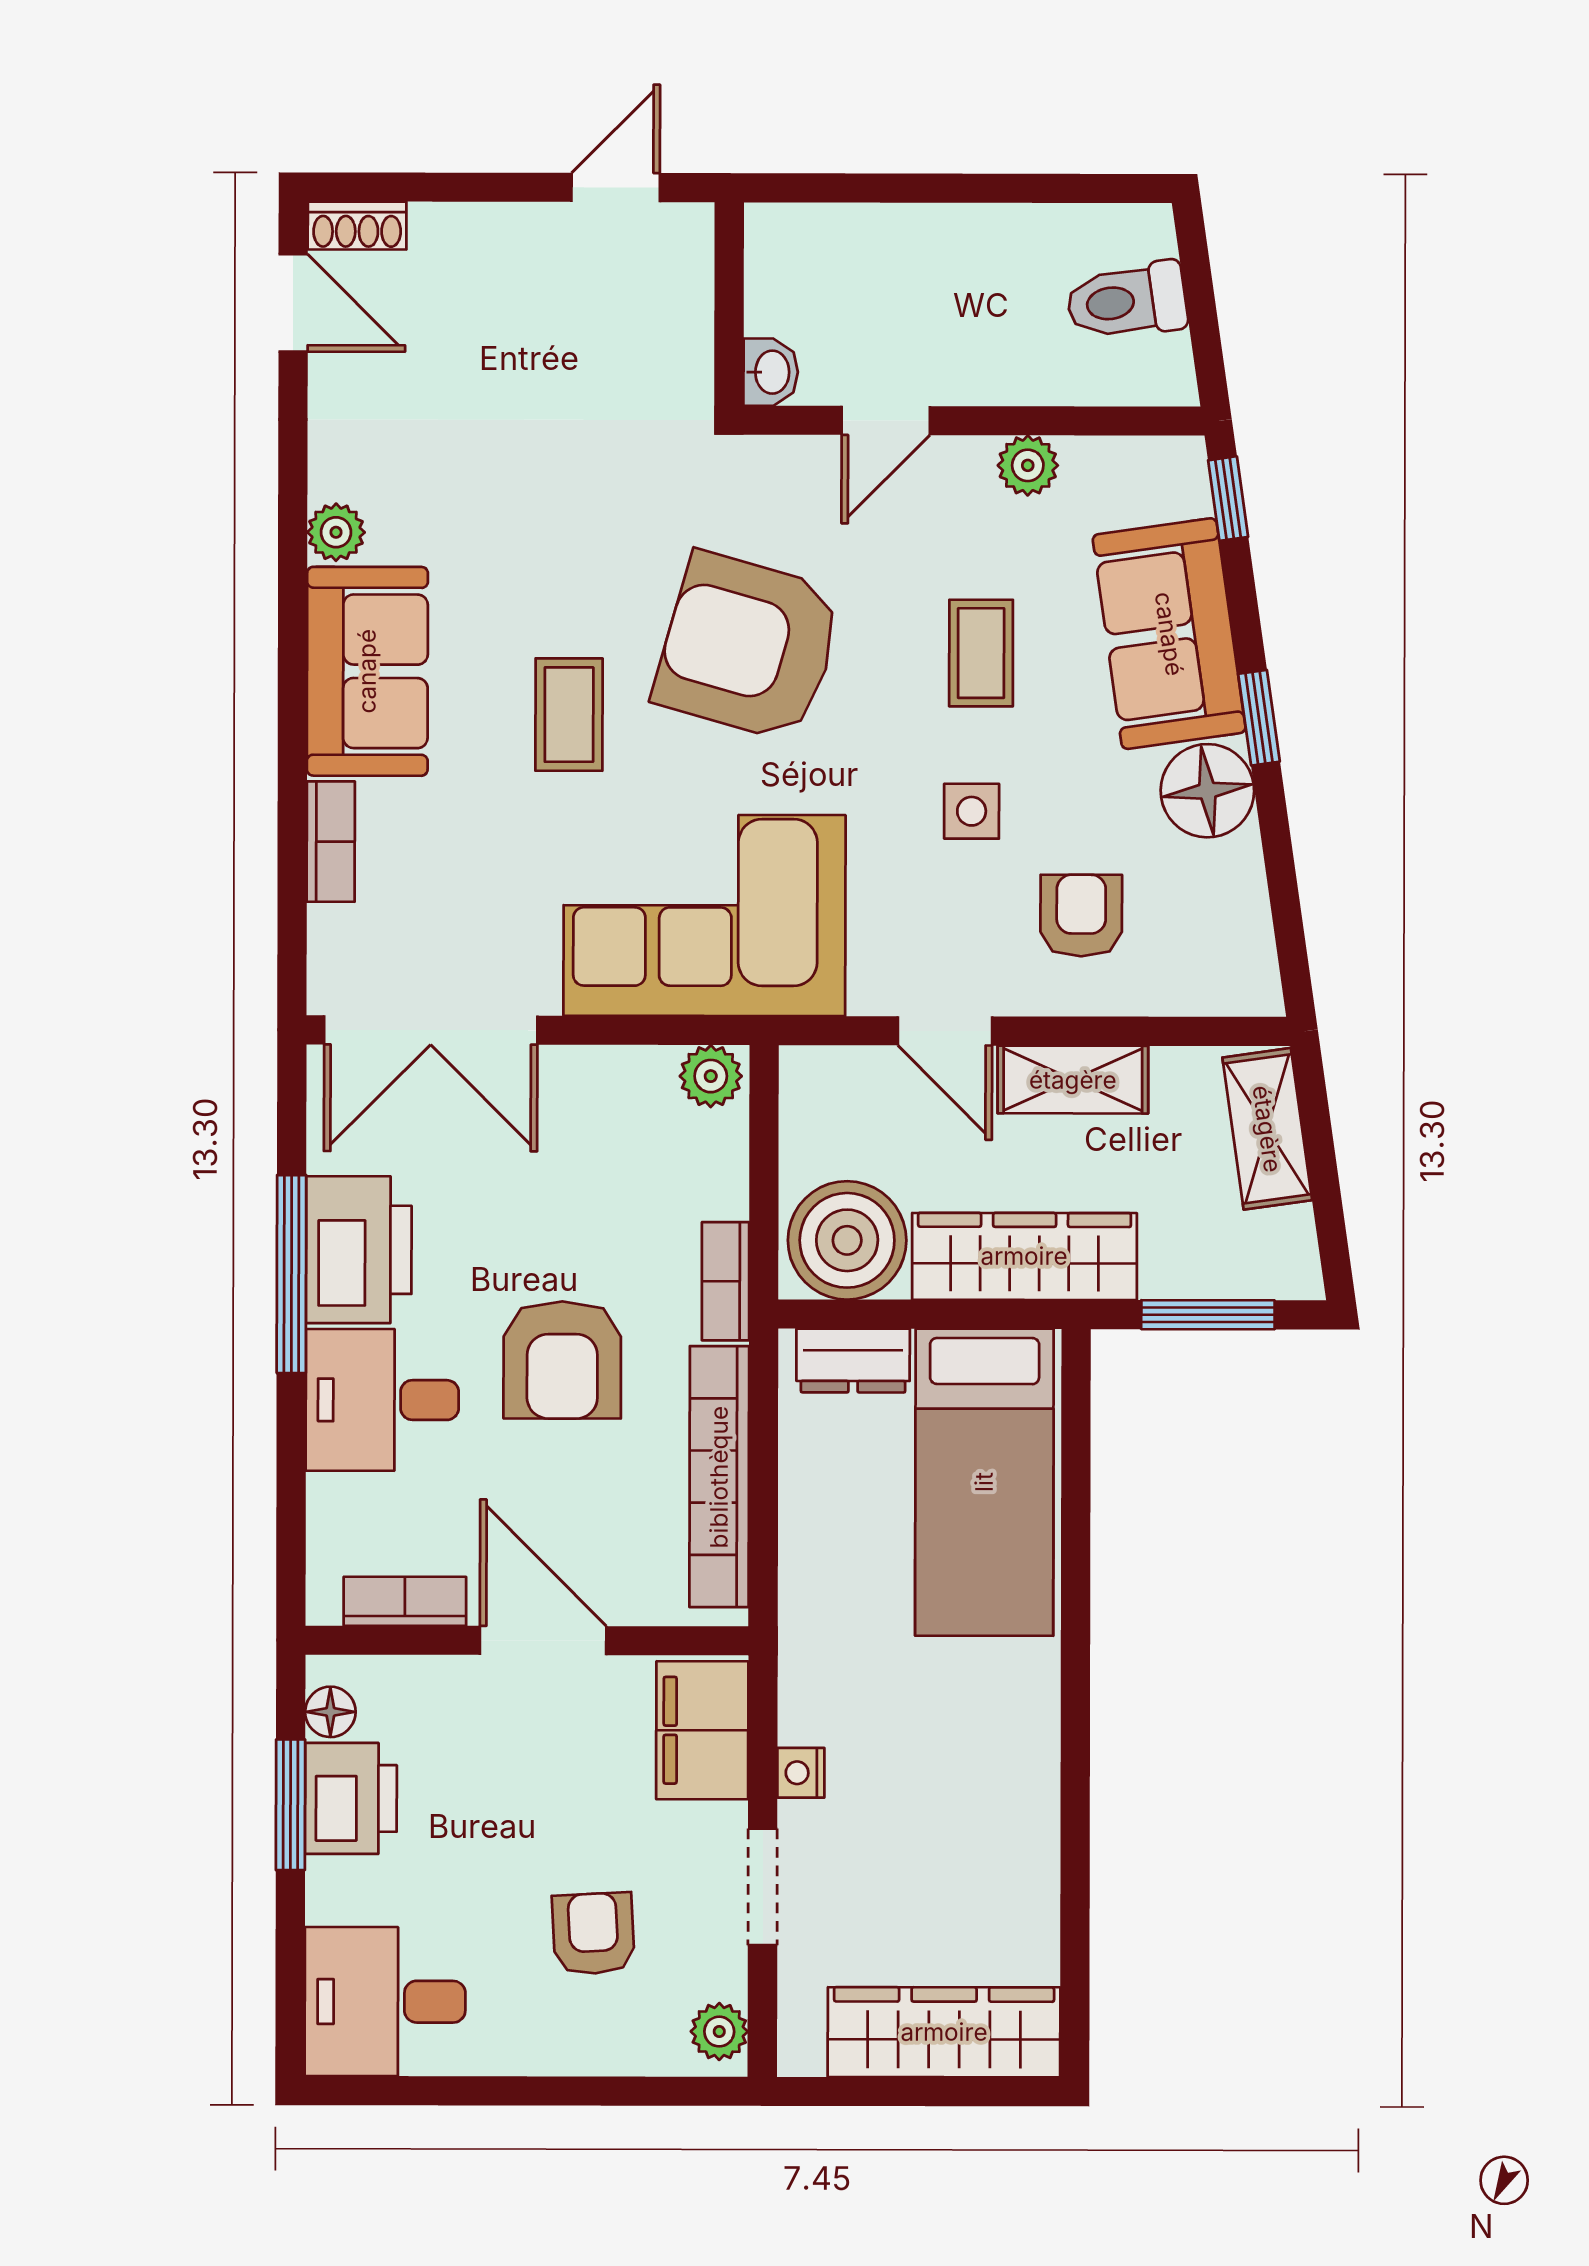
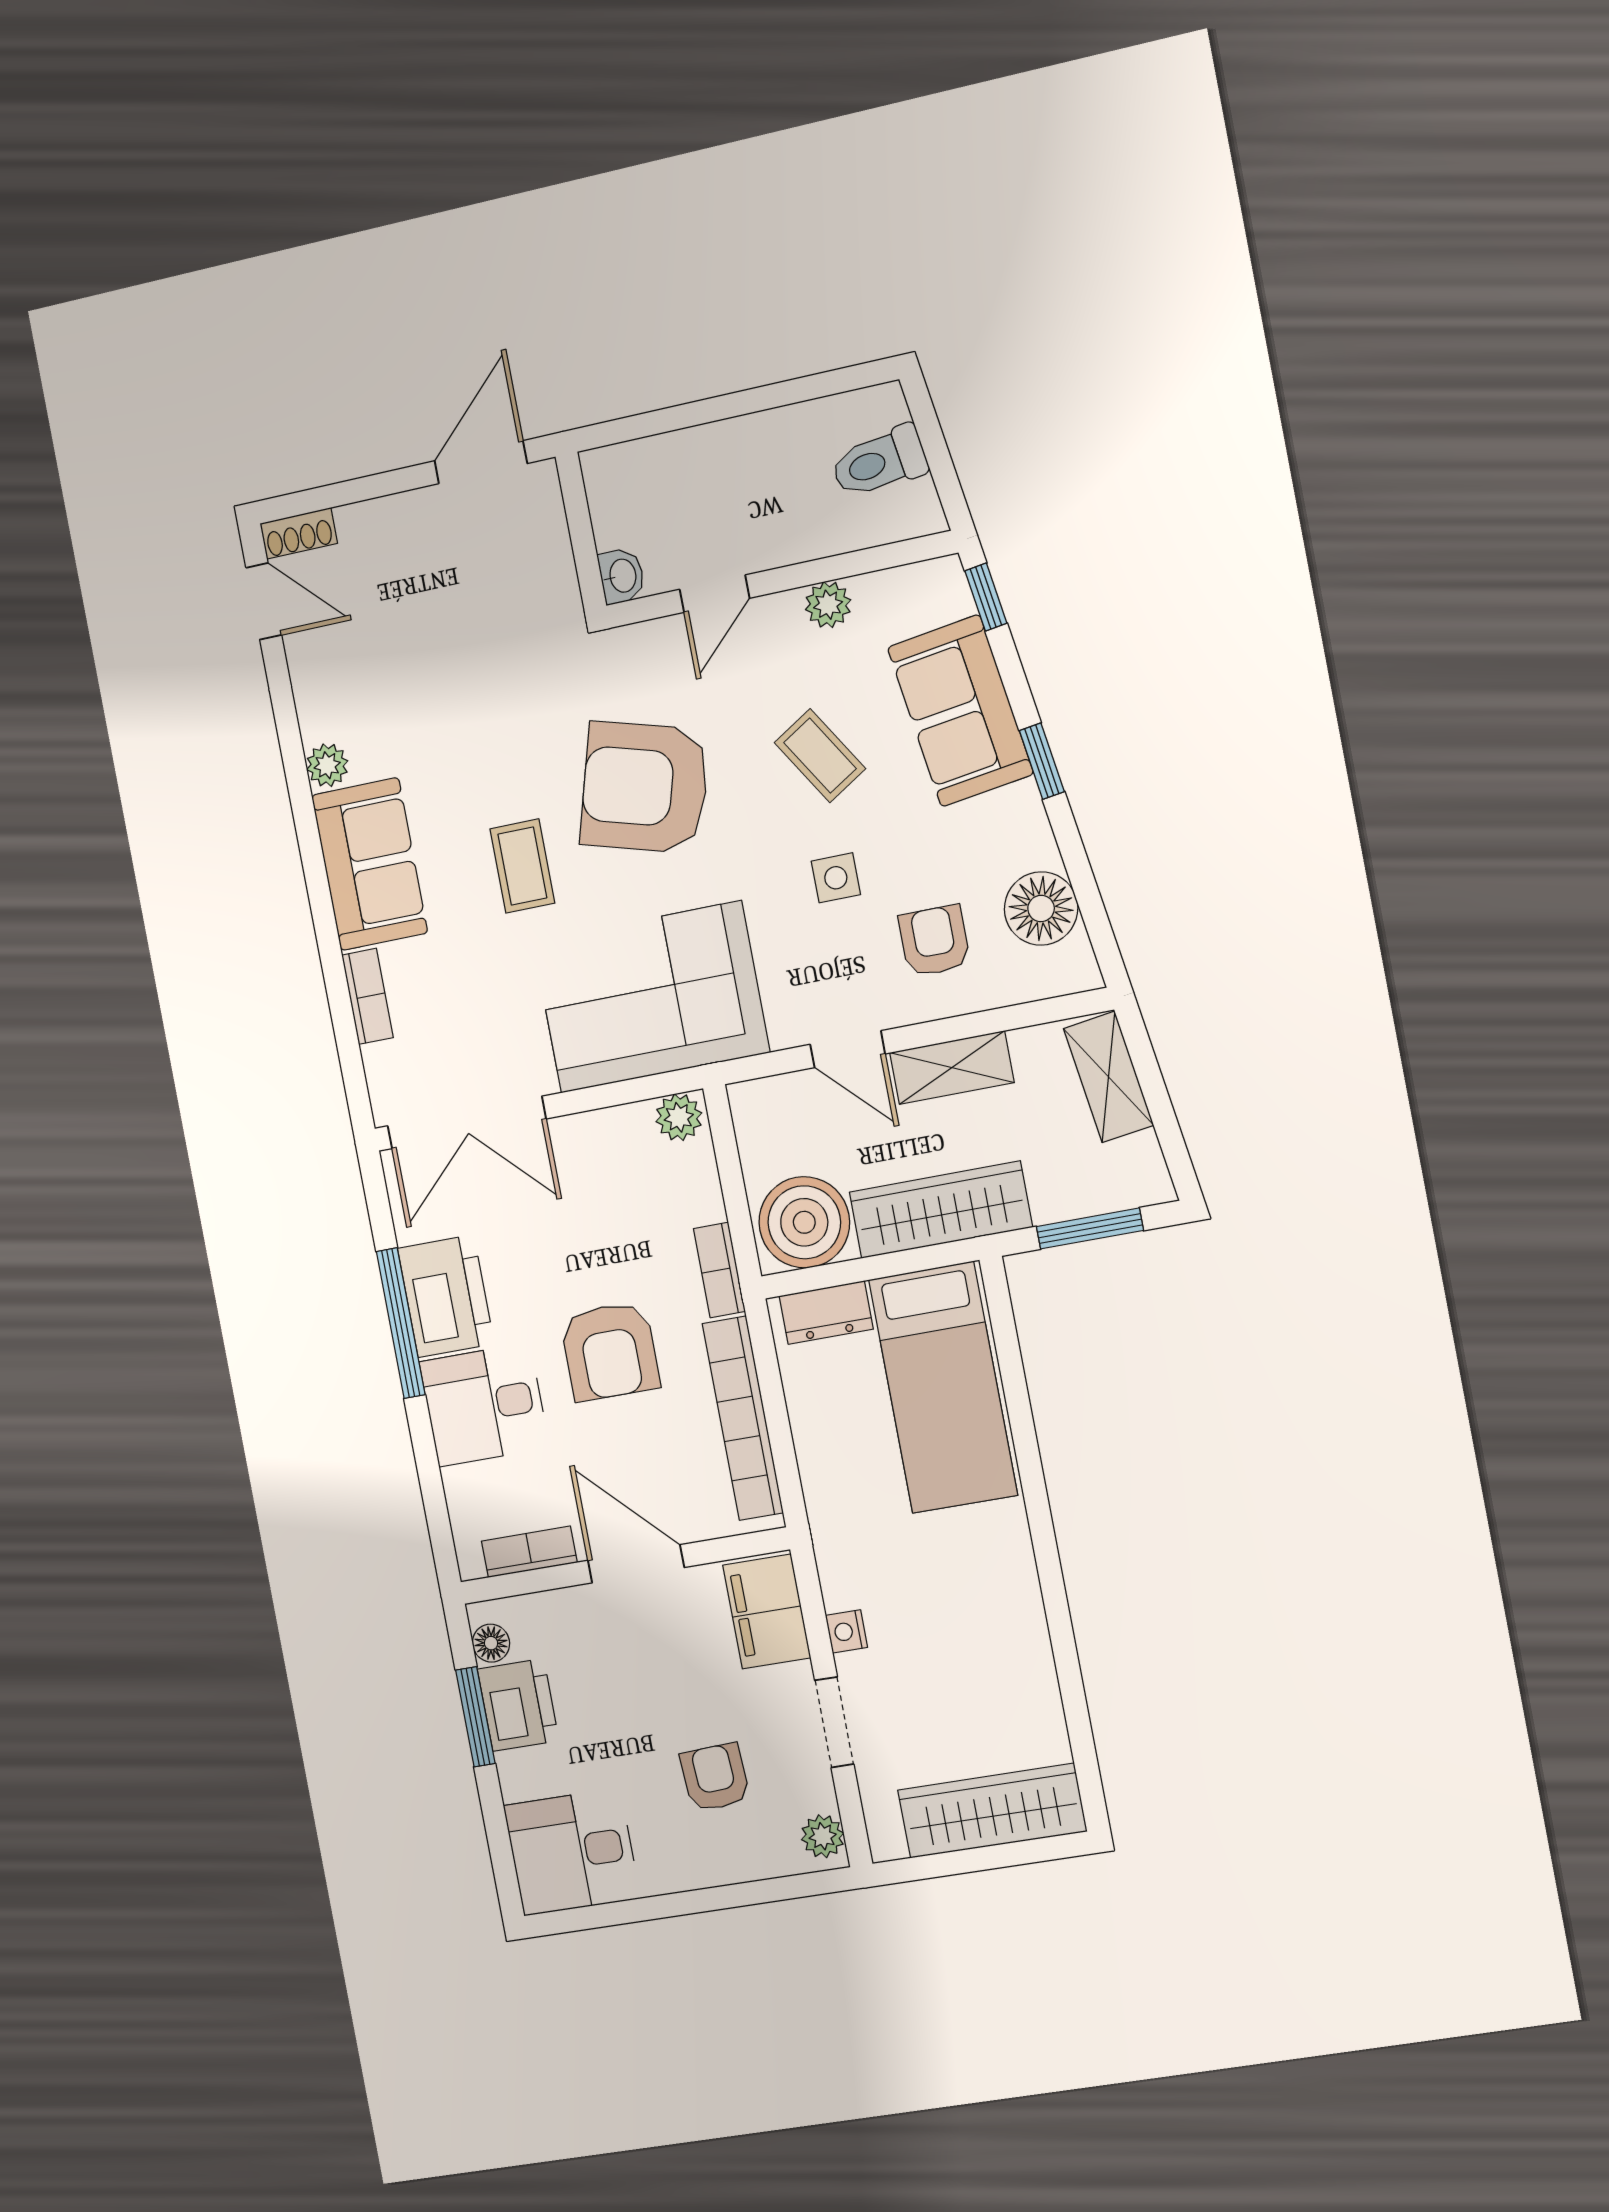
door: (616, 188) -> (481, 462), width x1.38
coffee table: (981, 653) -> (820, 756), turned -32
floor lamp: (1207, 791) -> (1041, 908), moved

